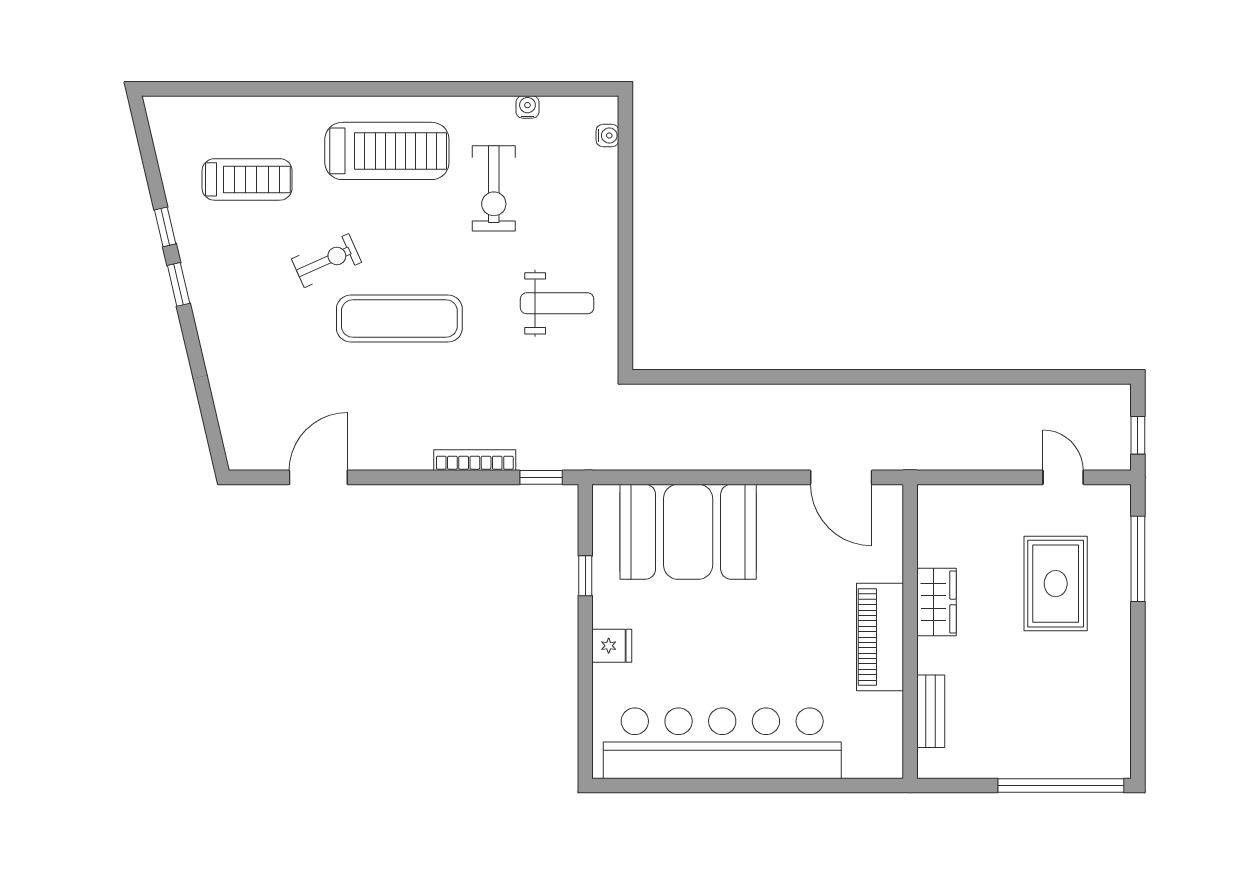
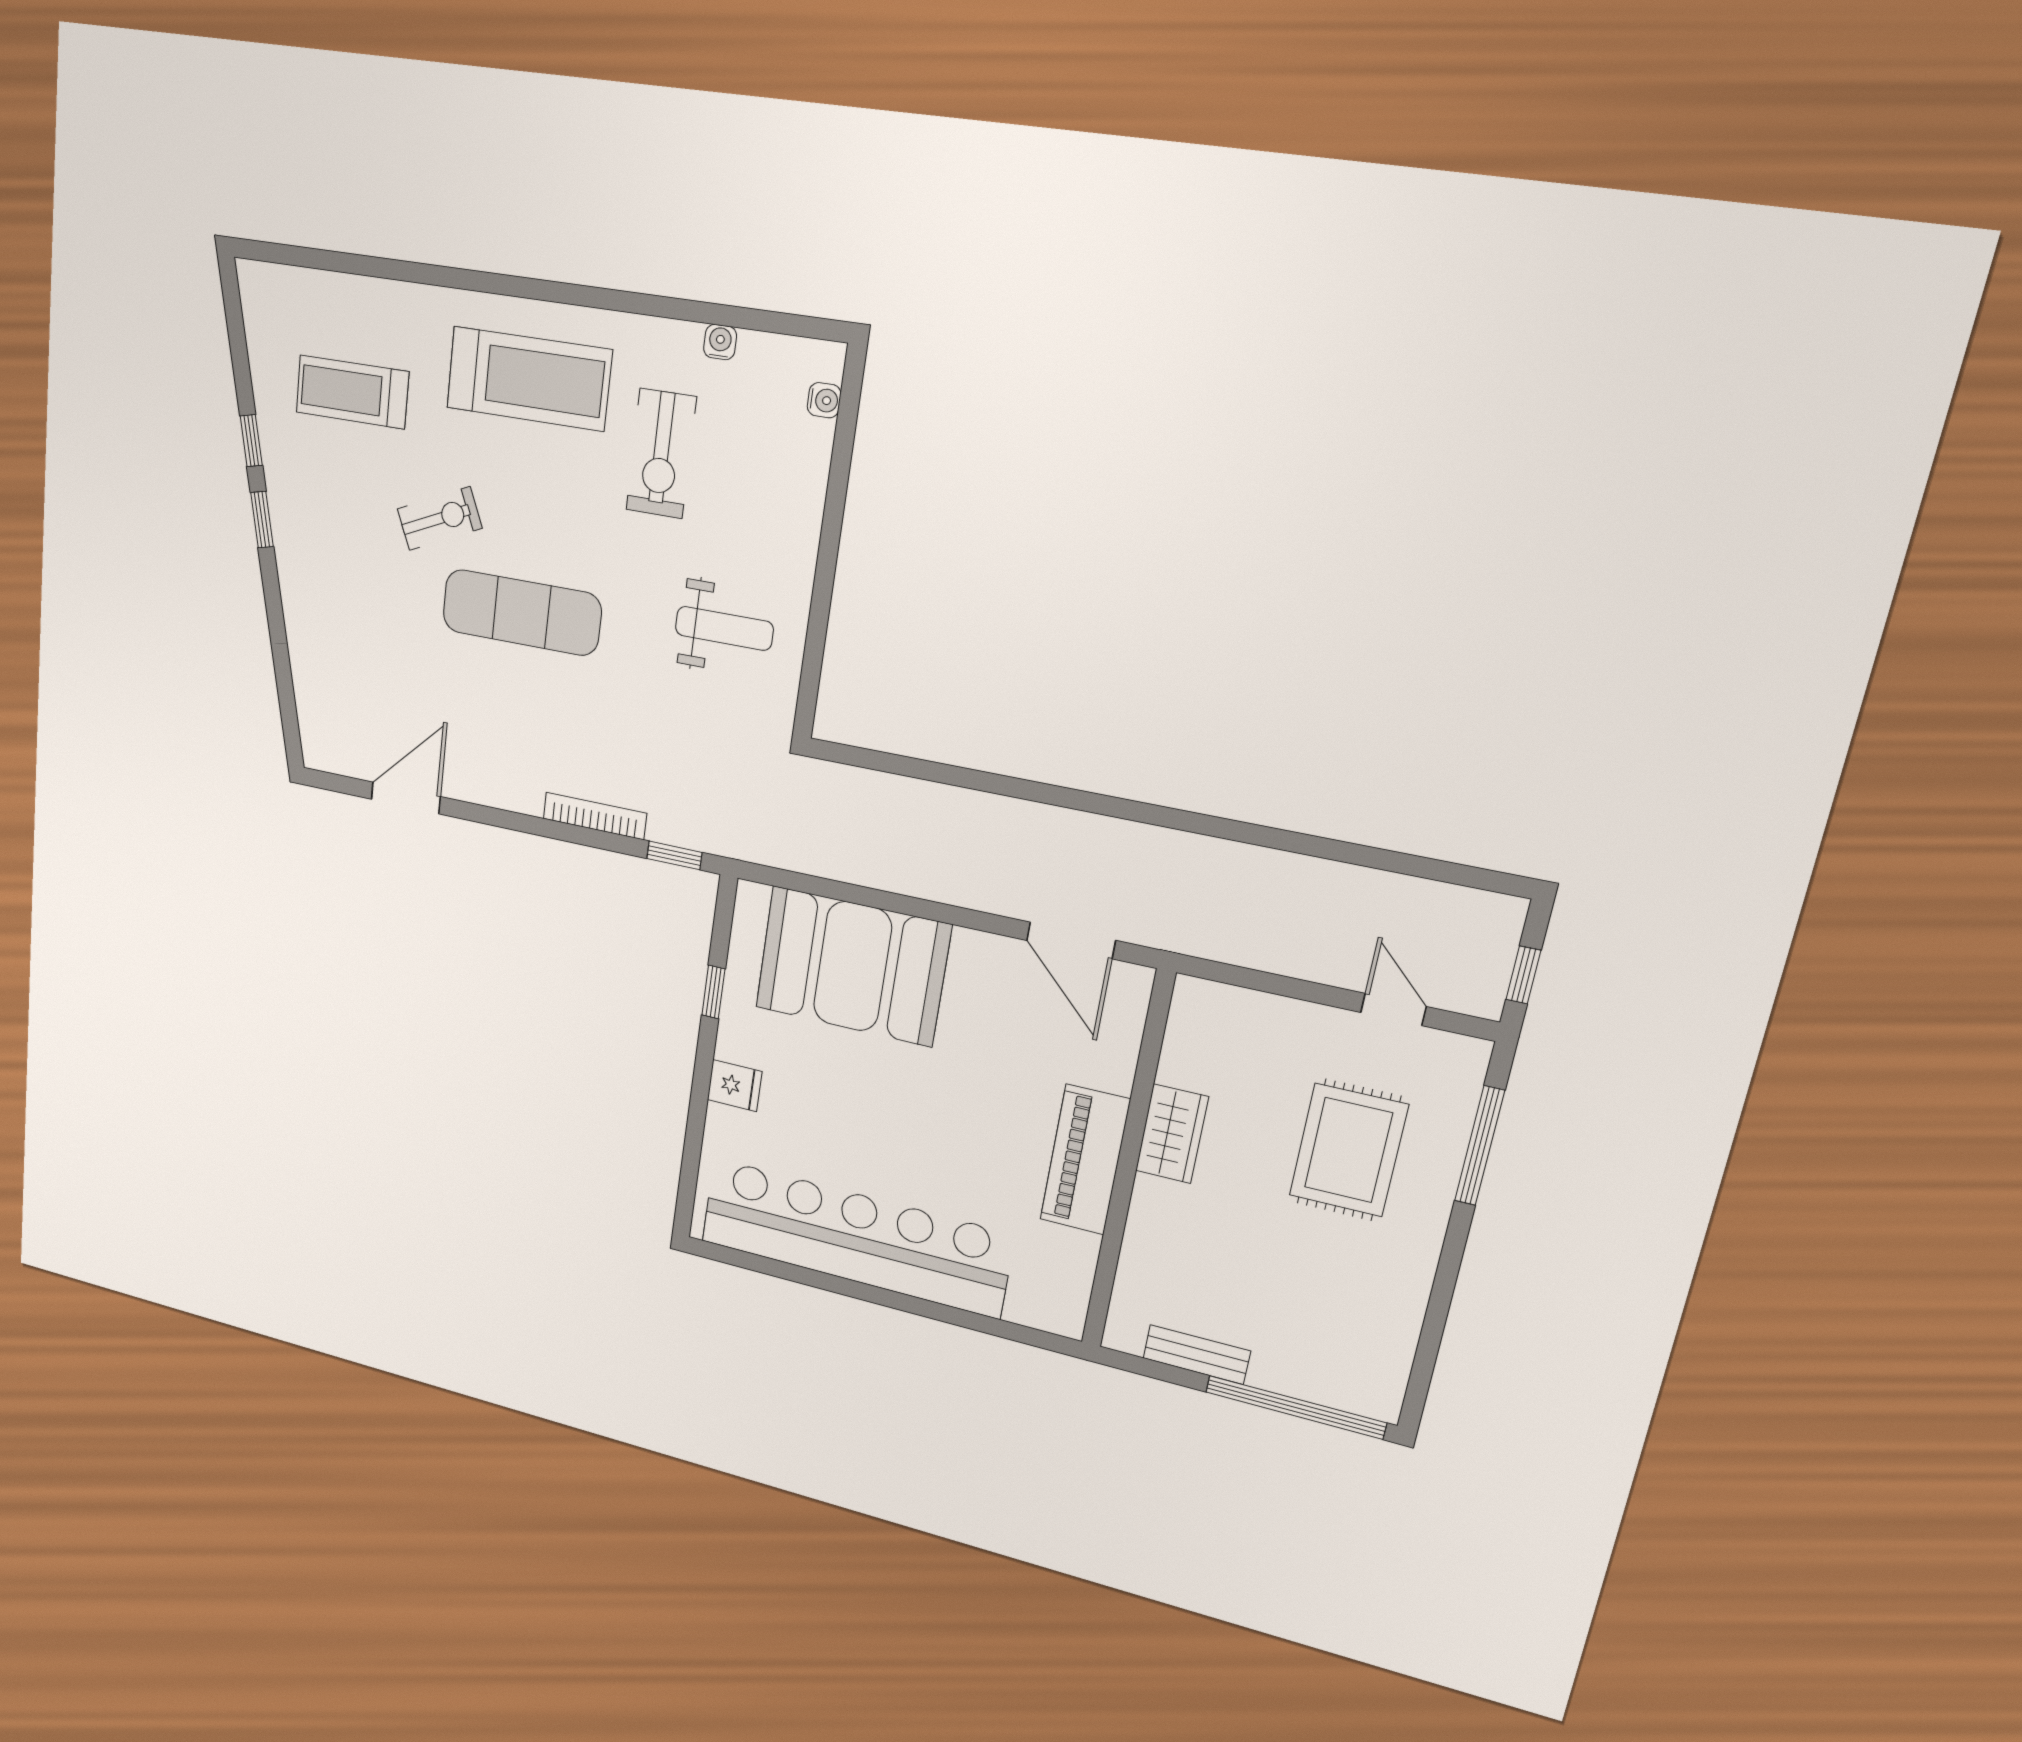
treadmill: (247, 179) -> (352, 392), turned 180
bench: (931, 711) -> (1197, 1355), moved, turned 90

